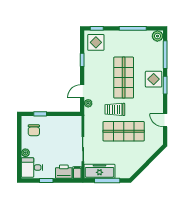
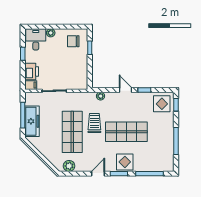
plant: (157, 36) -> (69, 166), moved
door: (82, 91) -> (126, 90), moved
door: (165, 120) -> (98, 174), moved
freezer: (99, 171) -> (32, 121), moved

